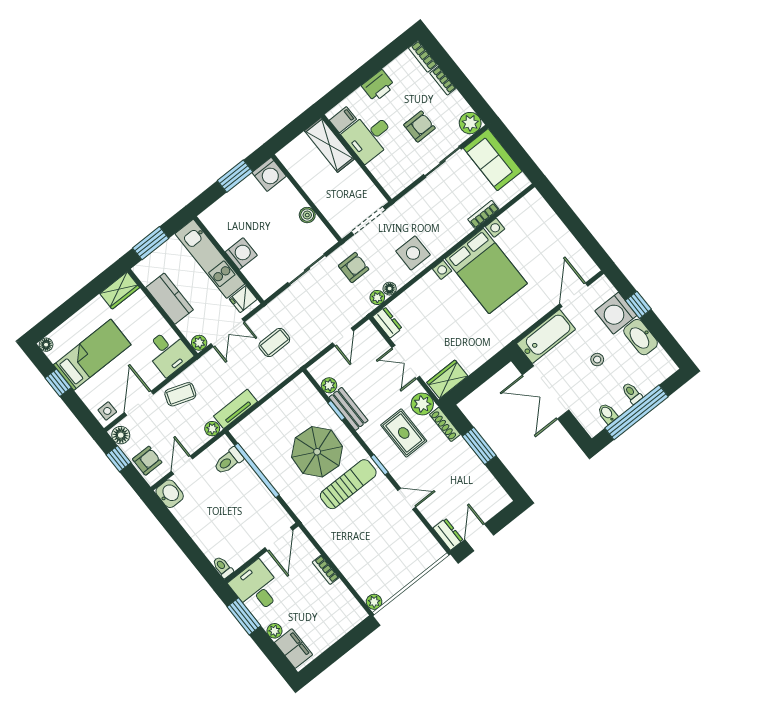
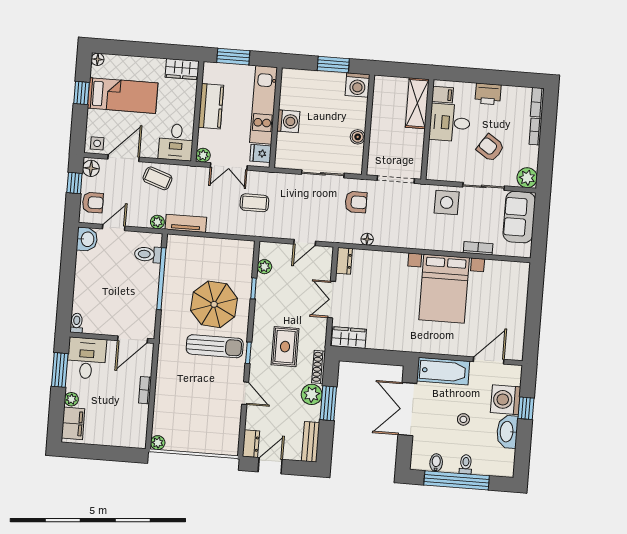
armchair: (419, 126) -> (490, 148), turned -146
side table: (413, 253) -> (447, 202), moved
plant: (377, 297) -> (353, 238), removed
plant: (422, 404) -> (312, 394), moved
bench: (348, 409) -> (311, 442), moved

